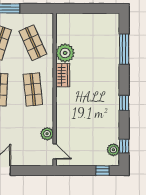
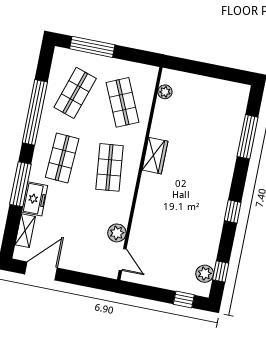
plant: (65, 53) -> (165, 92), moved, width x0.53, depth x0.53

